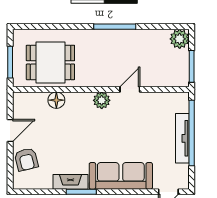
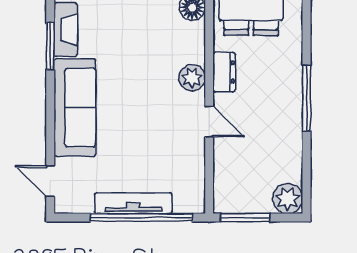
dresser: (98, 80) -> (224, 72), added

